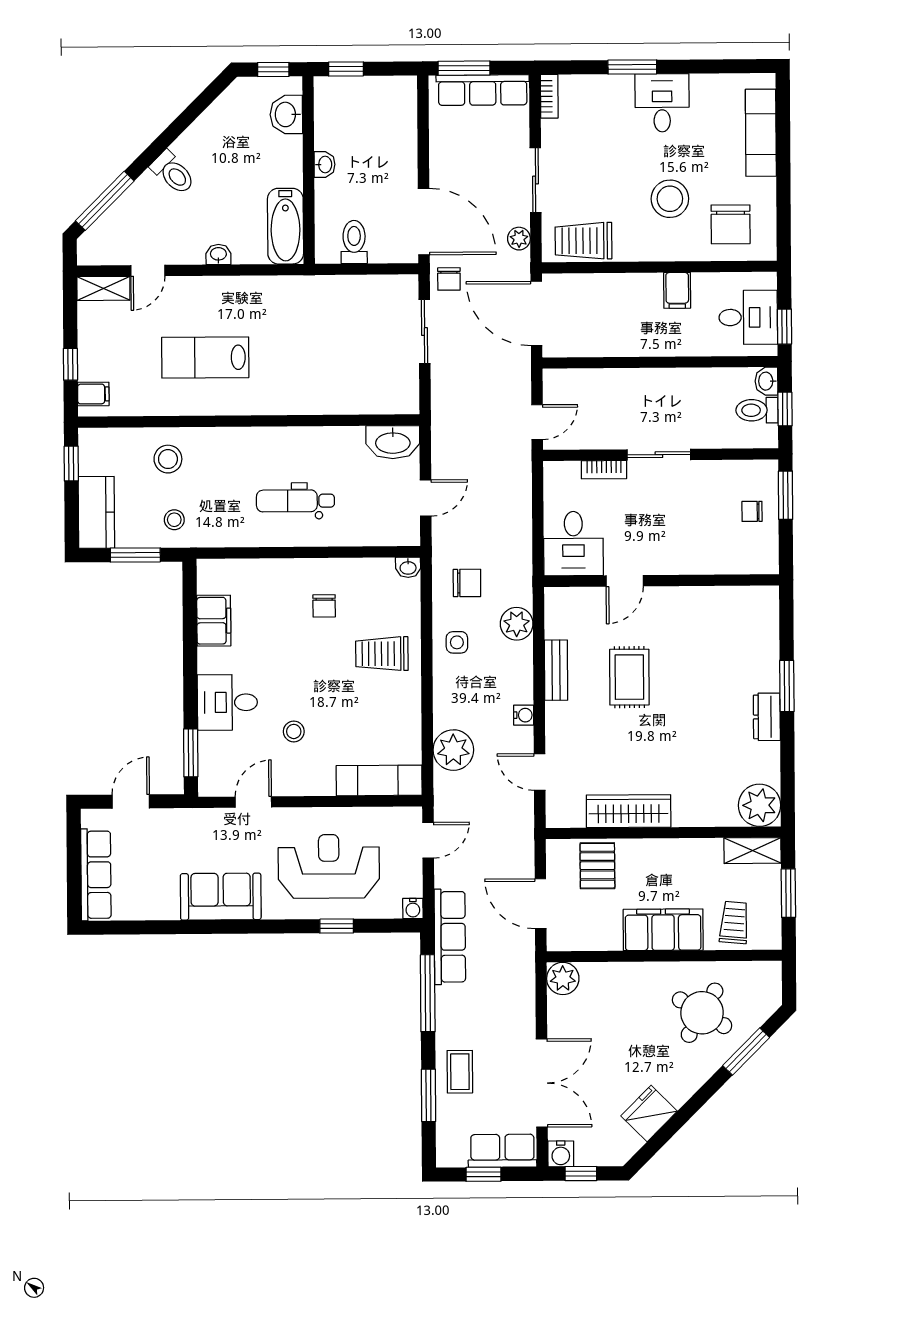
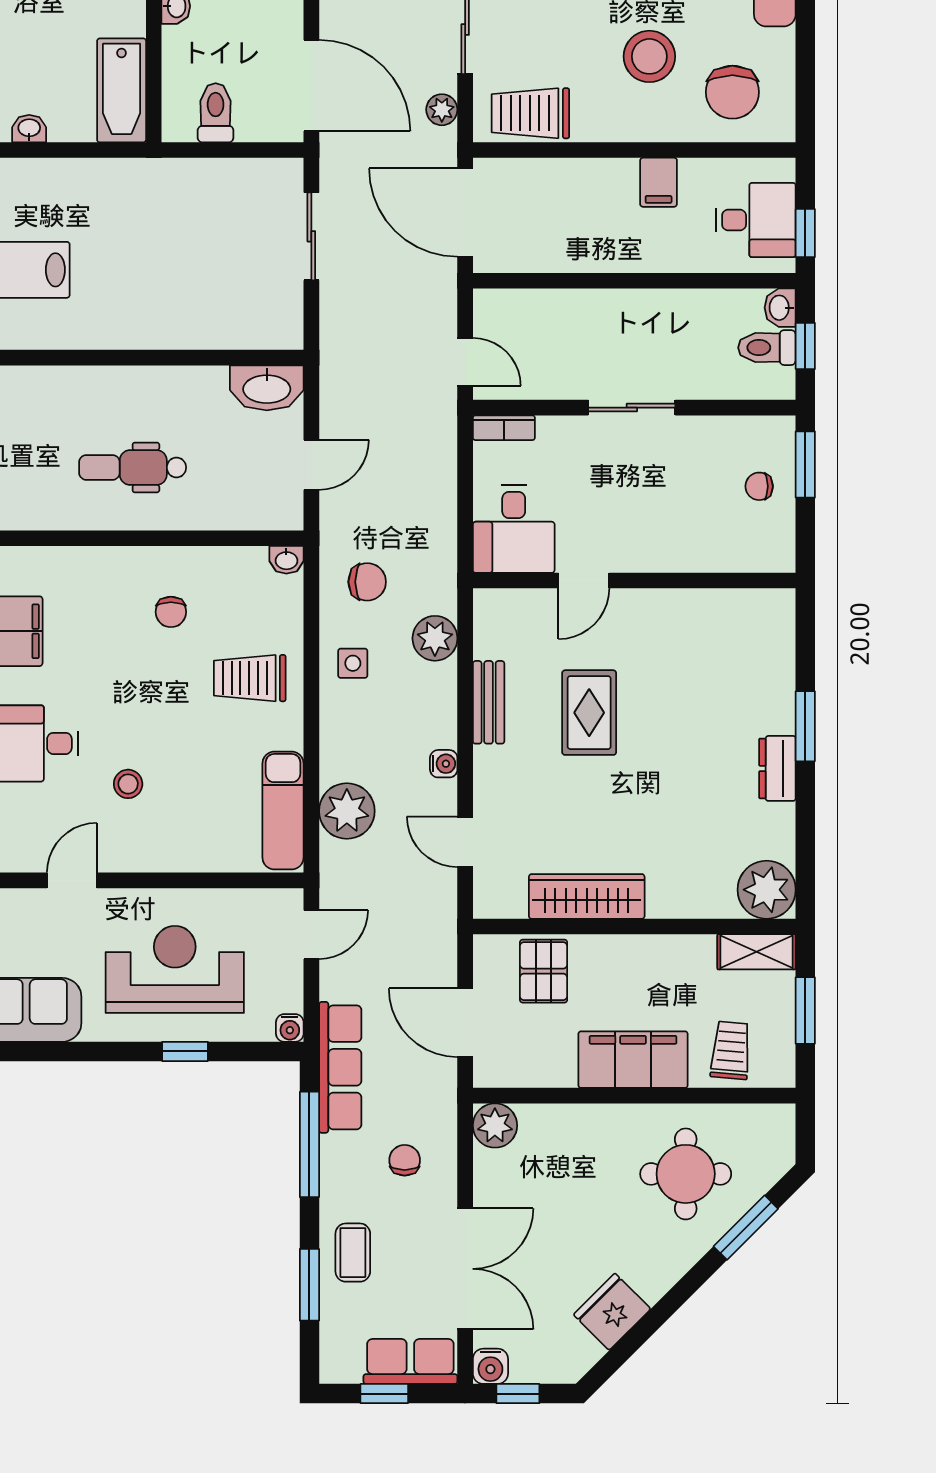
chair: (449, 279) -> (405, 1160), moved, turned 180
door: (537, 422) -> (465, 362), hinge flipped
bookcase: (604, 470) -> (504, 428), moved
exam couch: (379, 780) -> (283, 810), moved, turned -90
round table: (702, 1013) -> (686, 1174), turned -31

